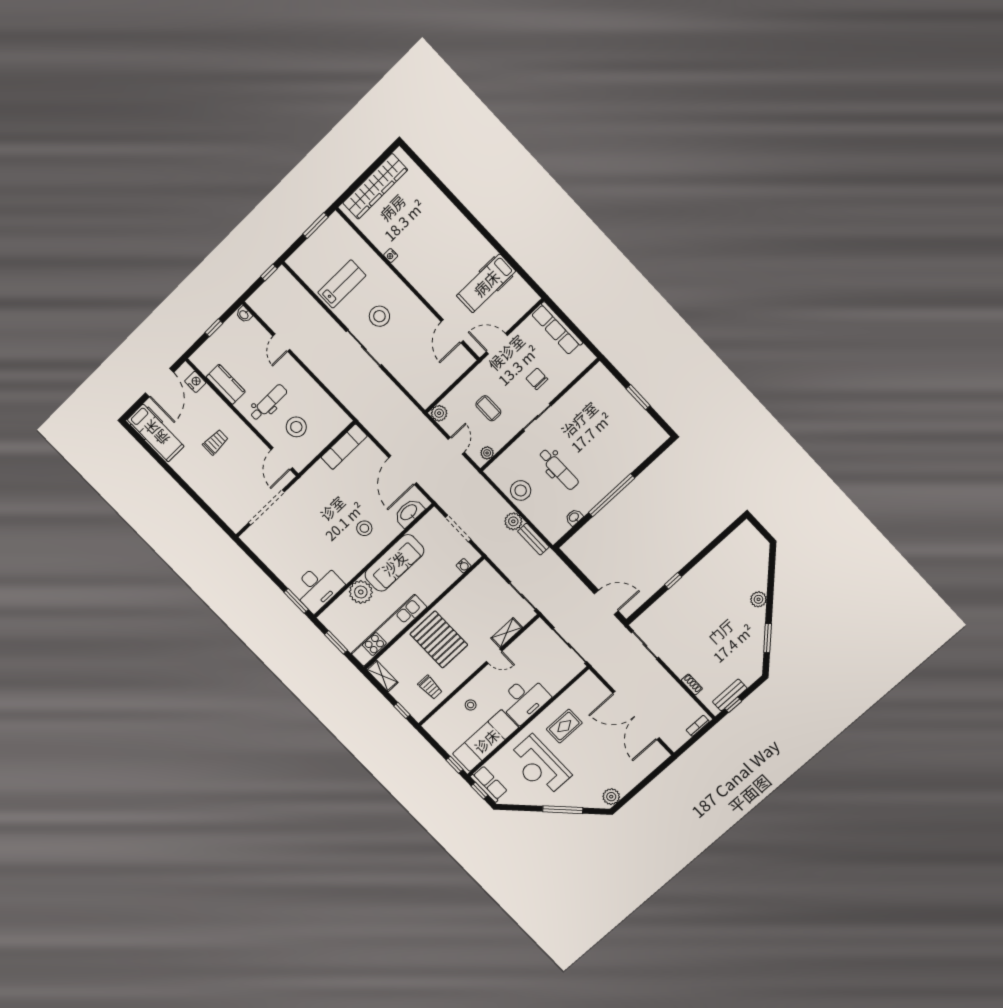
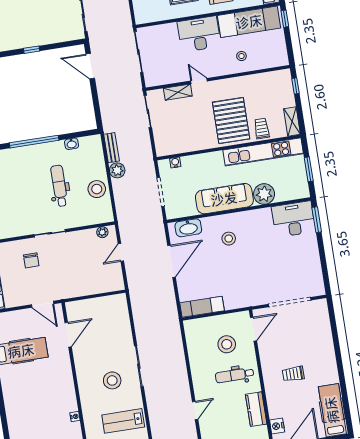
coffee table: (488, 408) -> (80, 263), removed
plant: (439, 413) -> (117, 284), removed
trolley: (430, 687) -> (262, 128), moved

